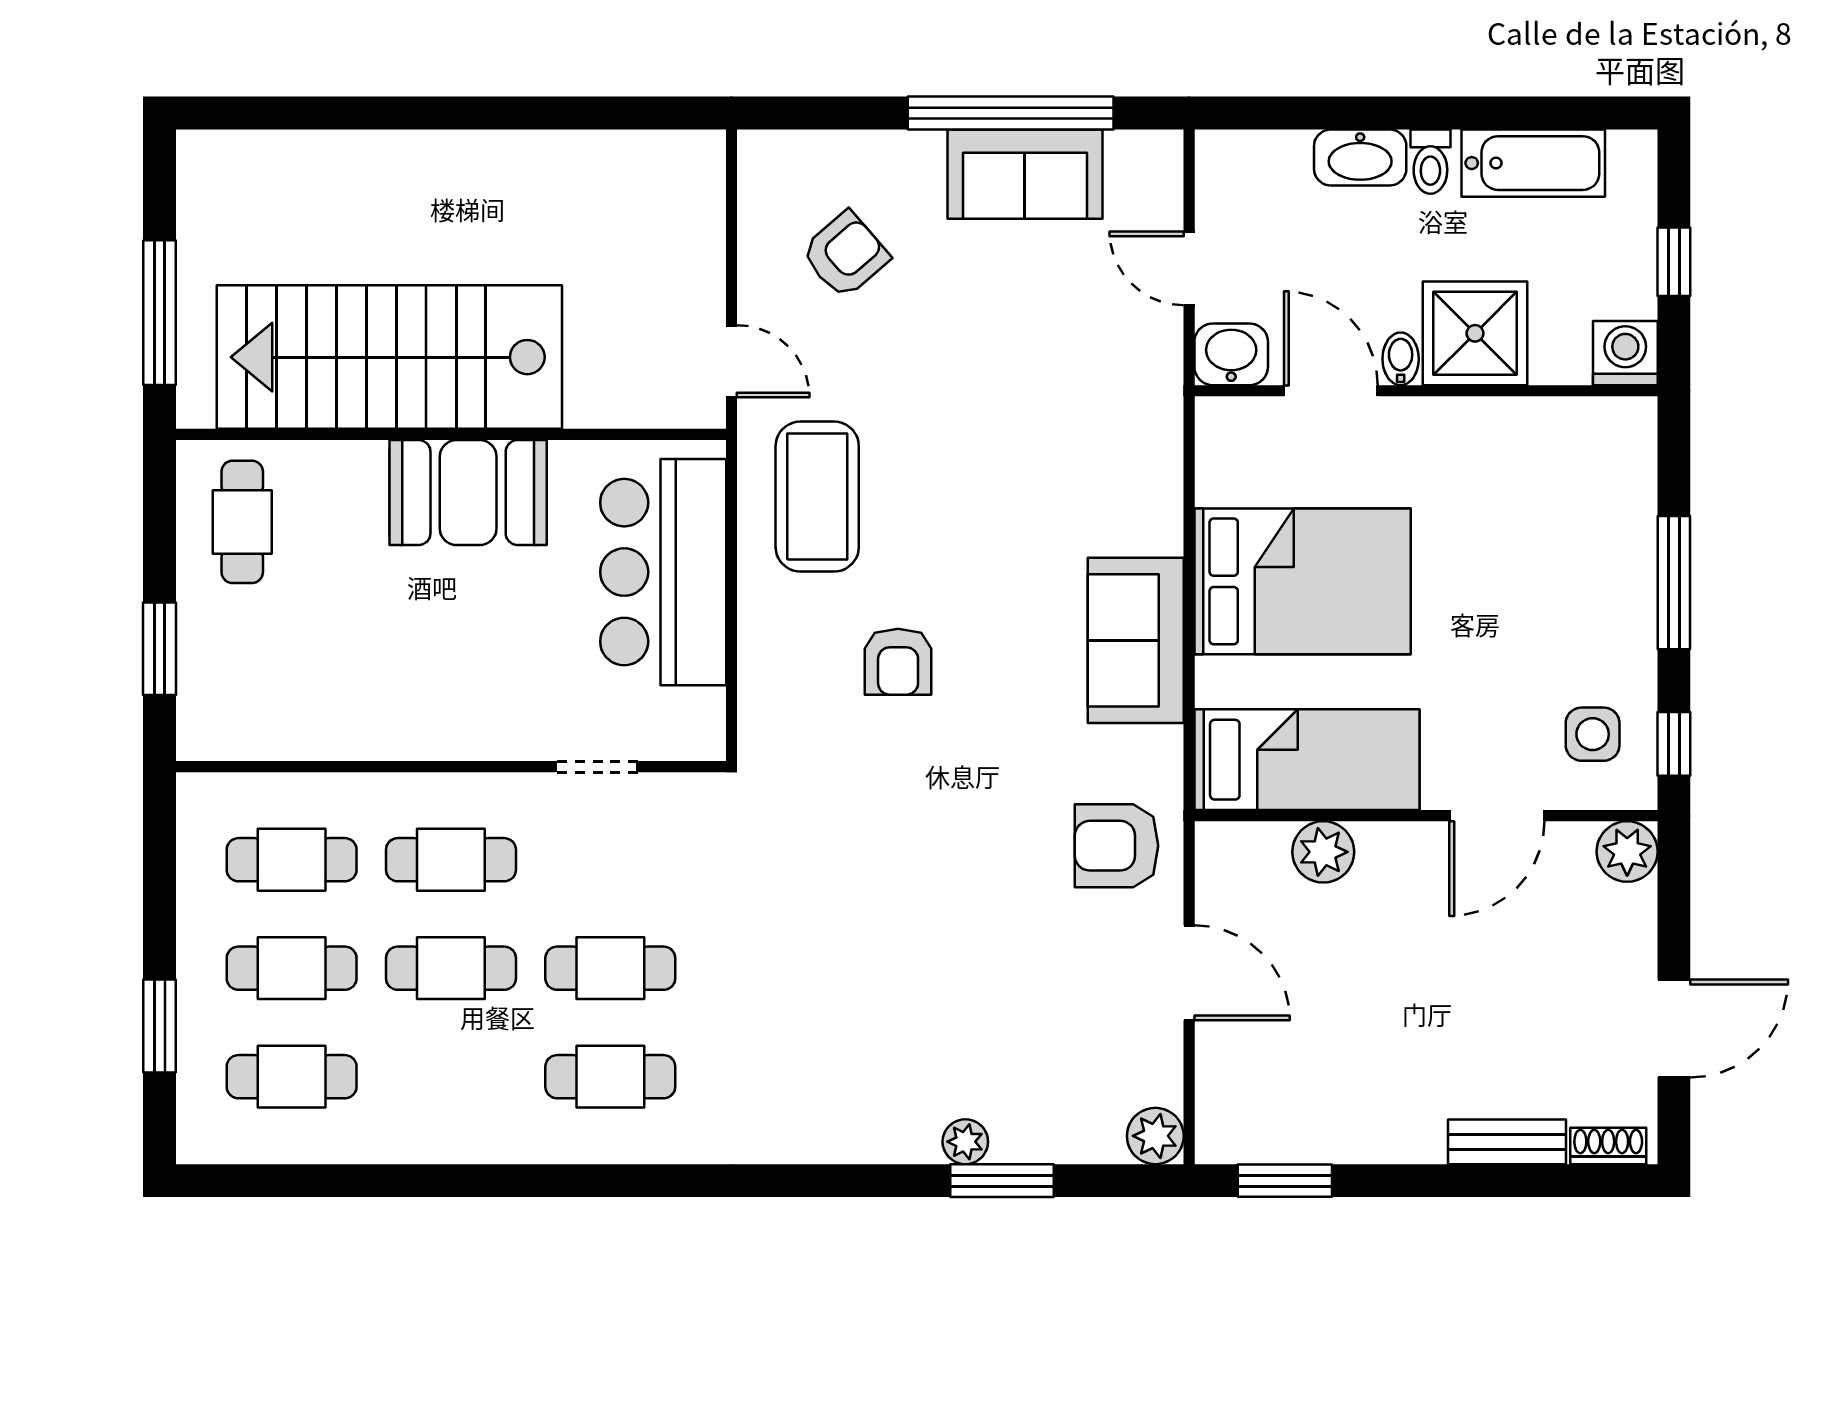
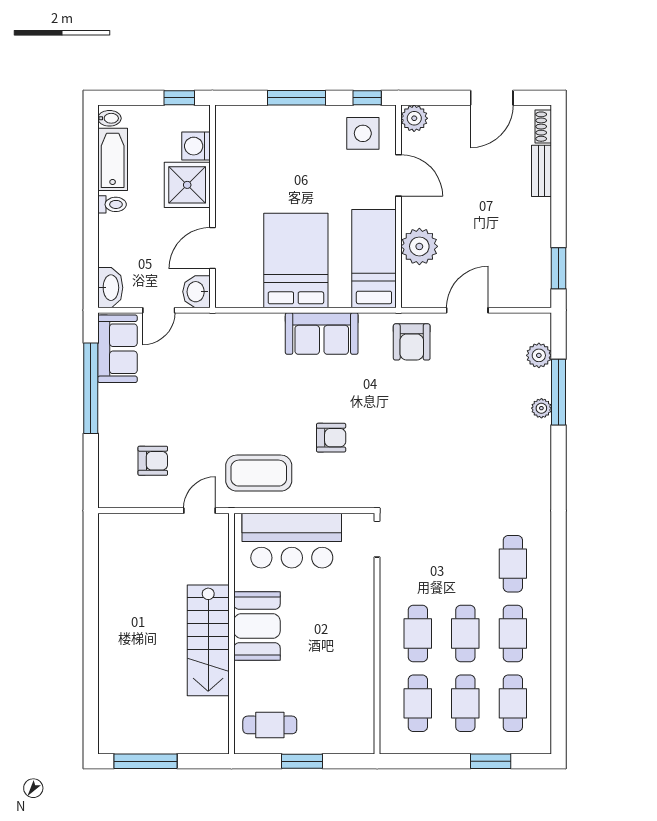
washbasin: (1360, 157) -> (110, 288), moved
sofa: (1025, 174) -> (117, 349), moved
armchair: (845, 255) -> (153, 461), turned 131
window: (1674, 262) -> (179, 98), moved
window: (160, 313) -> (146, 761), moved
washing machine: (1625, 353) -> (196, 146), moved
stairs: (389, 357) -> (208, 640), width x0.73, depth x0.66
bidet: (1401, 359) -> (109, 118), moved, turned 180
window: (160, 649) -> (302, 761), moved
side table: (1593, 734) -> (363, 133), width x1.37, depth x1.37
doorway: (597, 767) -> (377, 539), moved
plant: (1323, 852) -> (419, 246), width x1.36, depth x1.36
cafe table: (610, 968) -> (513, 634), moved
door: (1674, 1028) -> (492, 98), swing flipped
plant: (1155, 1136) -> (539, 355), moved
window: (1002, 1181) -> (558, 392), width x1.44

